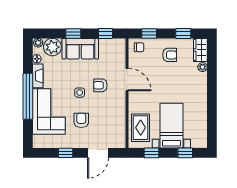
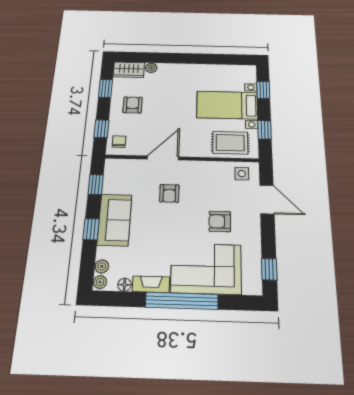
plant: (52, 47) -> (102, 266), width x0.53, depth x0.53
side table: (80, 93) -> (242, 174), moved
window: (66, 153) -> (269, 269), moved

